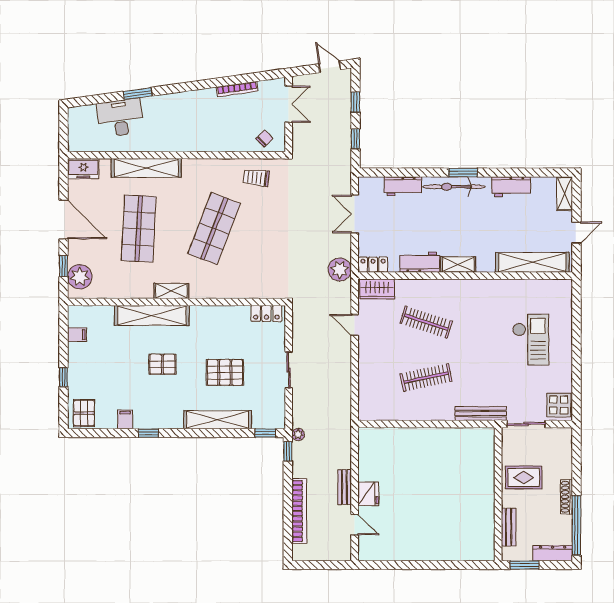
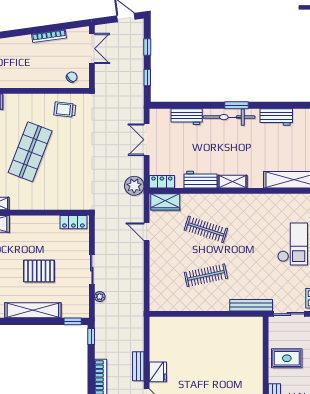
plant: (298, 435) -> (100, 297), moved

